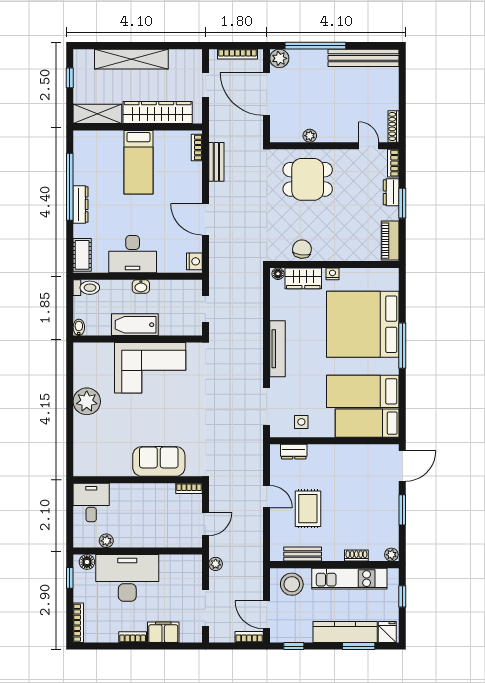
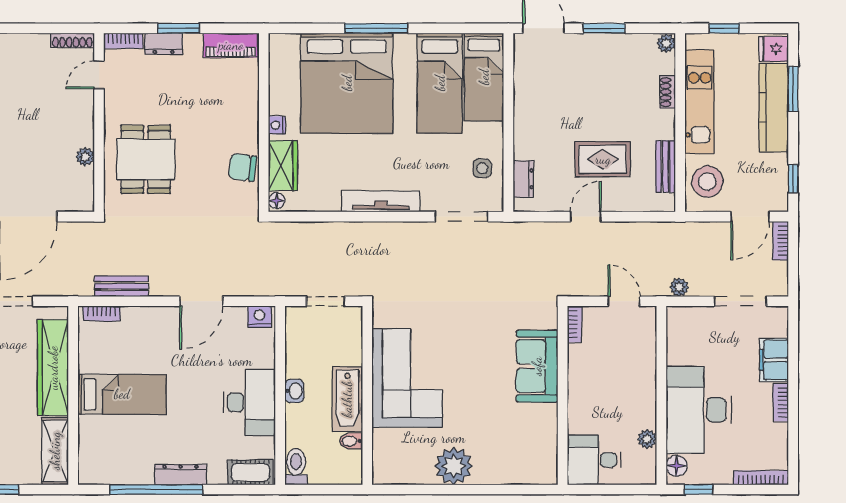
bidet: (79, 327) -> (351, 441), moved

